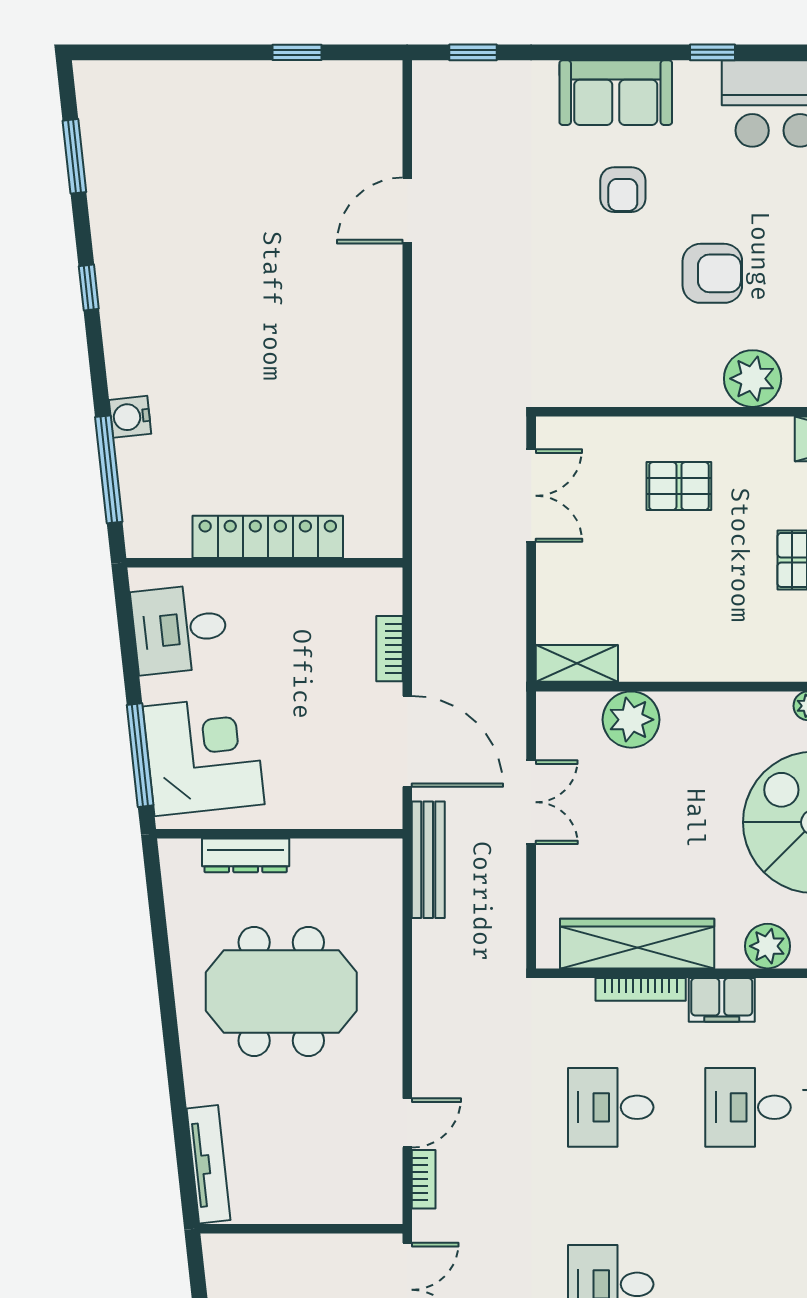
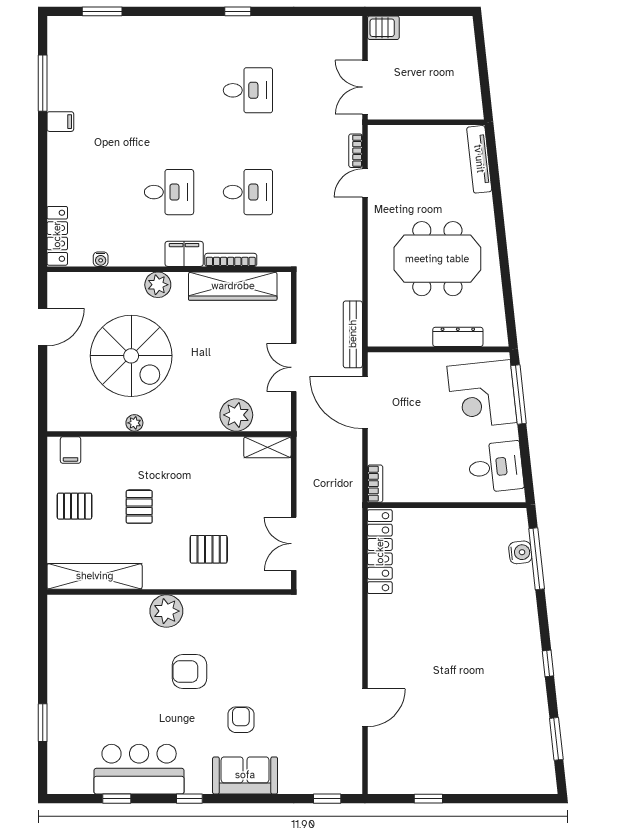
water cooler: (130, 417) -> (520, 552), moved
locker: (268, 537) -> (380, 552), moved, turned -90
bookcase: (389, 649) -> (375, 484), moved

